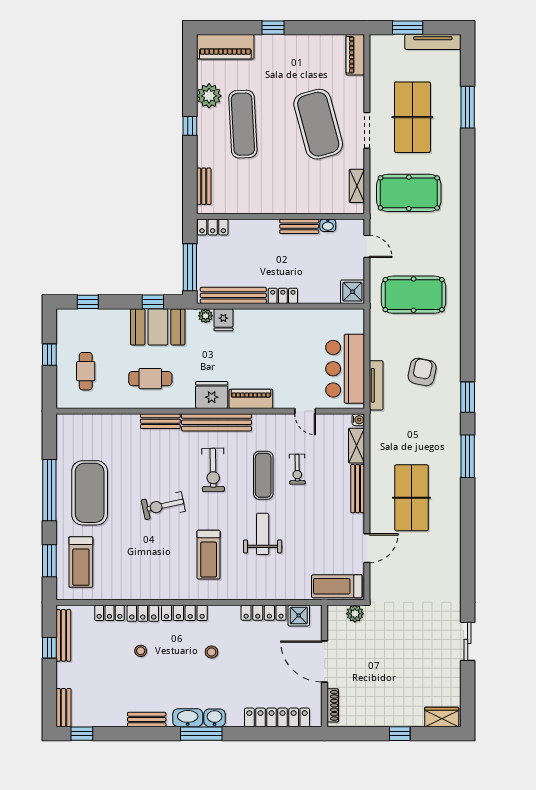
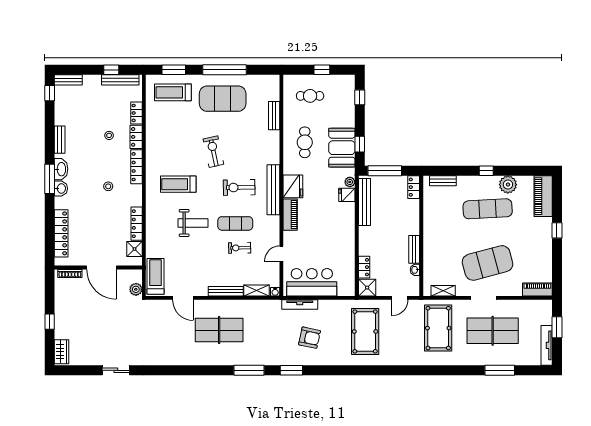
locker: (283, 296) -> (364, 267), moved
bench: (160, 421) -> (274, 116), moved
door: (325, 661) -> (101, 268), swing flipped

